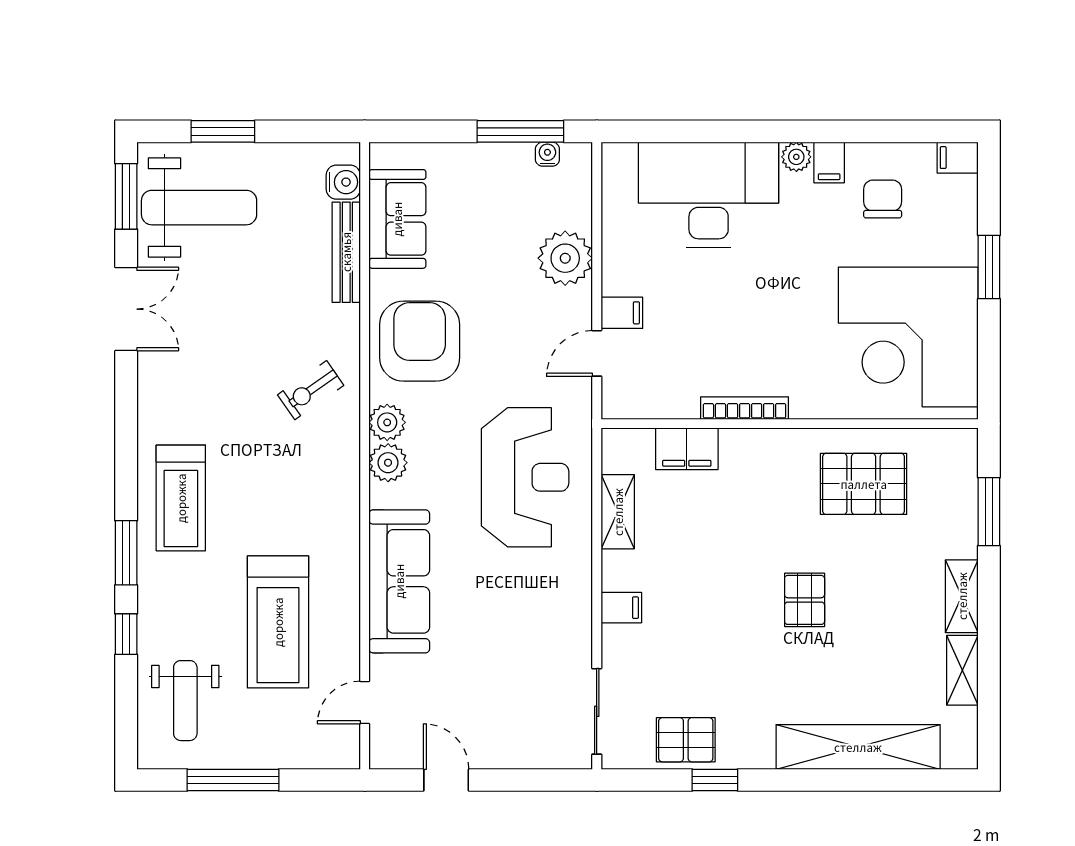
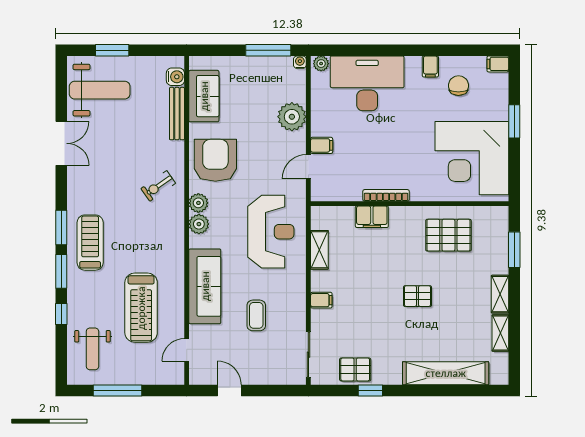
water cooler: (547, 154) -> (300, 62), moved
plant: (796, 157) -> (321, 64), moved
window: (126, 196) -> (61, 227), moved
filing cabinet: (687, 449) -> (372, 217), moved
treadmill: (181, 498) -> (90, 243), turned 180
pallet: (805, 600) -> (417, 296), turned 90
coffee table: (497, 637) -> (256, 315), added

